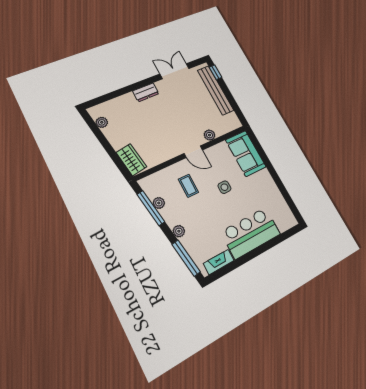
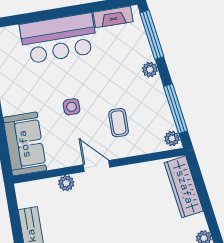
wardrobe: (131, 160) -> (184, 187), width x1.50
plant: (159, 203) -> (172, 138), moved

